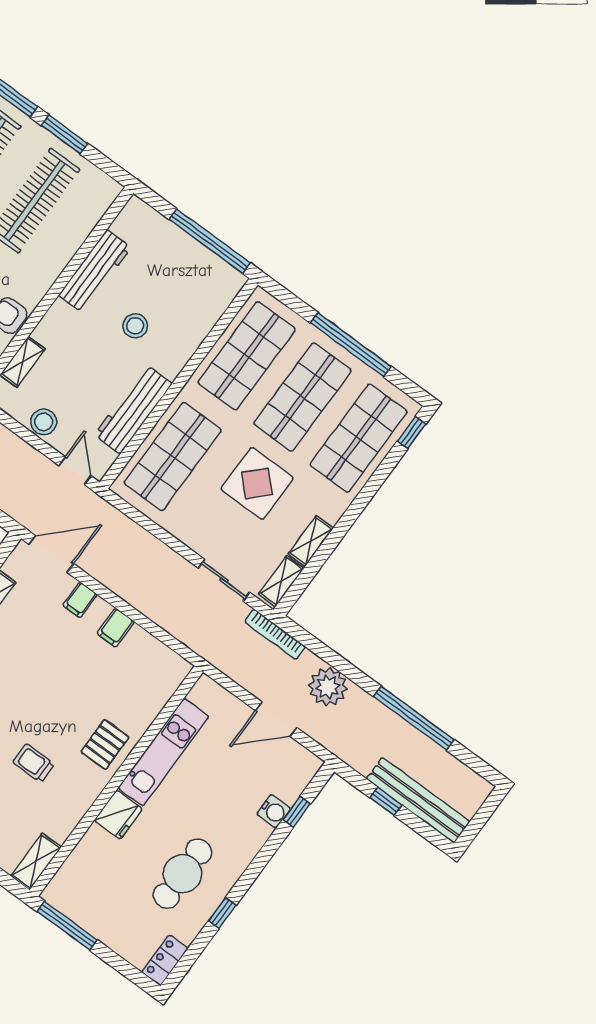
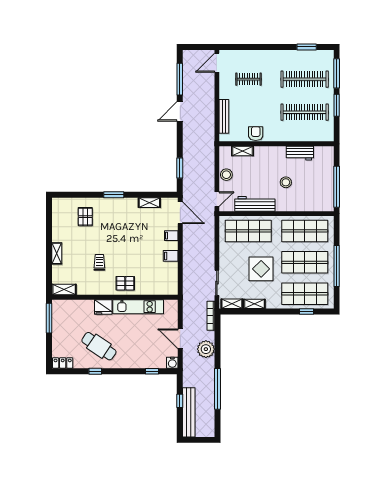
workbench: (95, 271) -> (300, 153), width x0.73
window: (412, 433) -> (306, 312), moved
water cooler: (274, 811) -> (172, 363), moved
cafe table: (183, 874) -> (99, 346), turned 34

